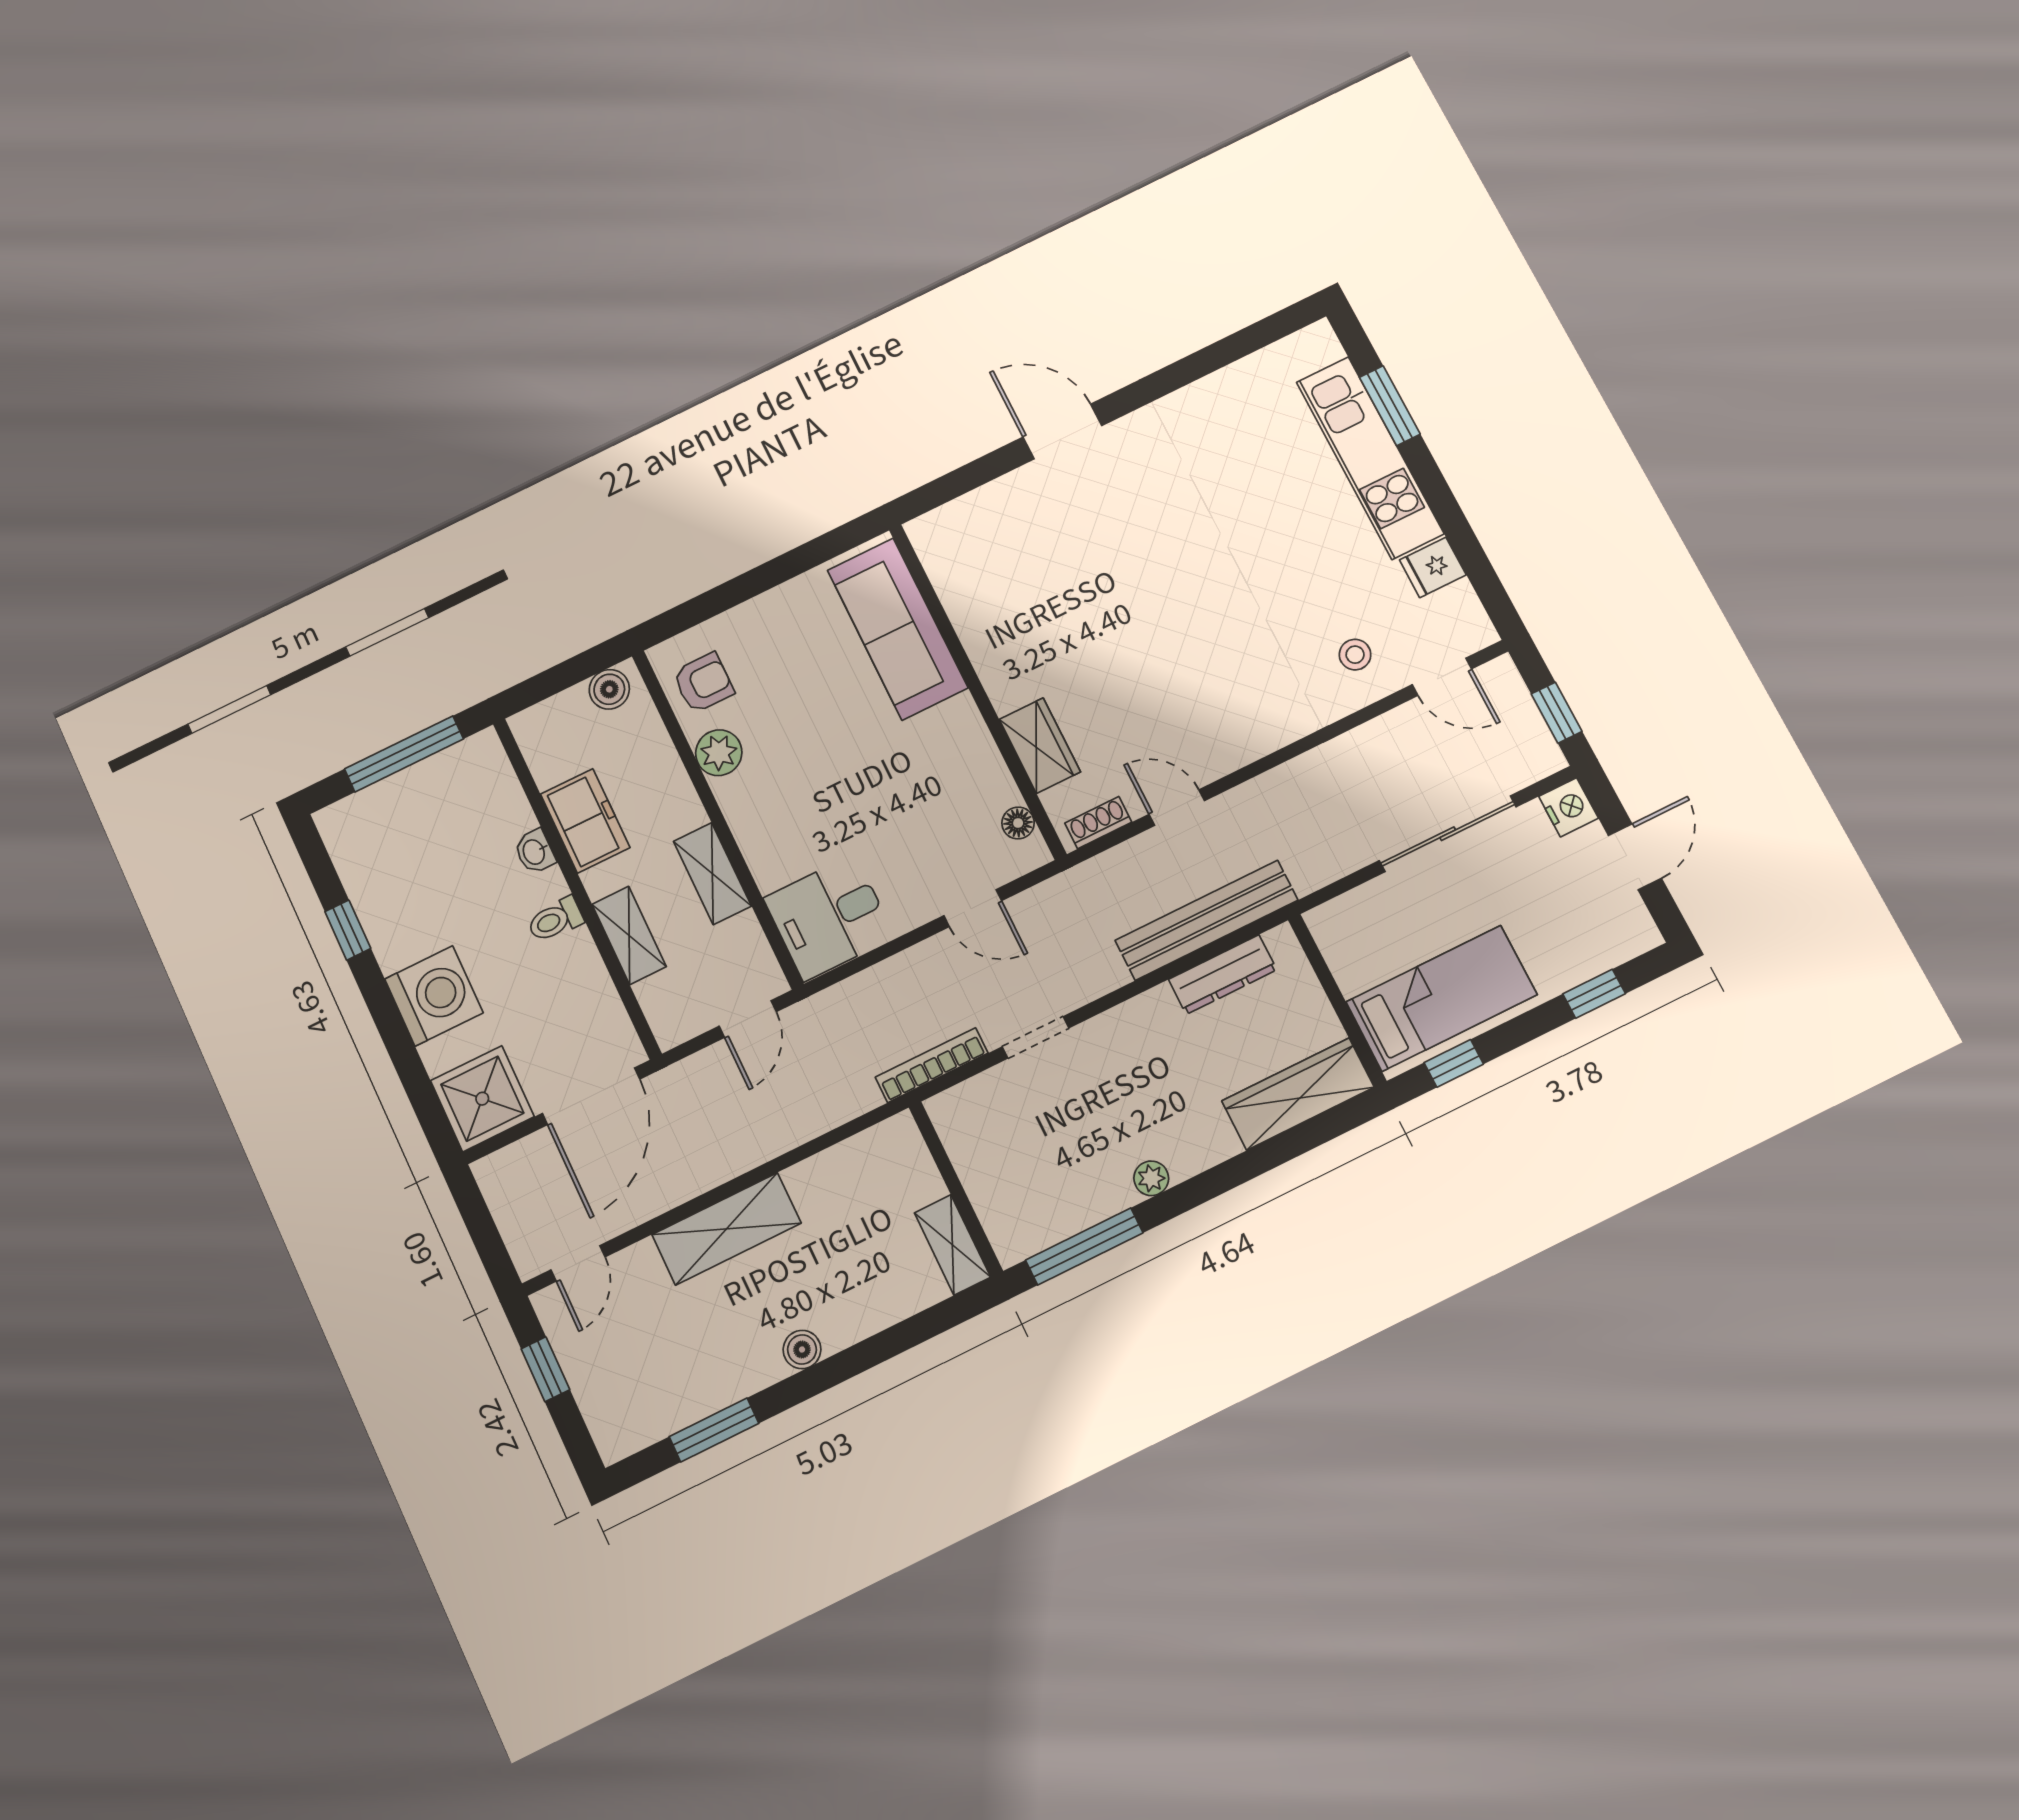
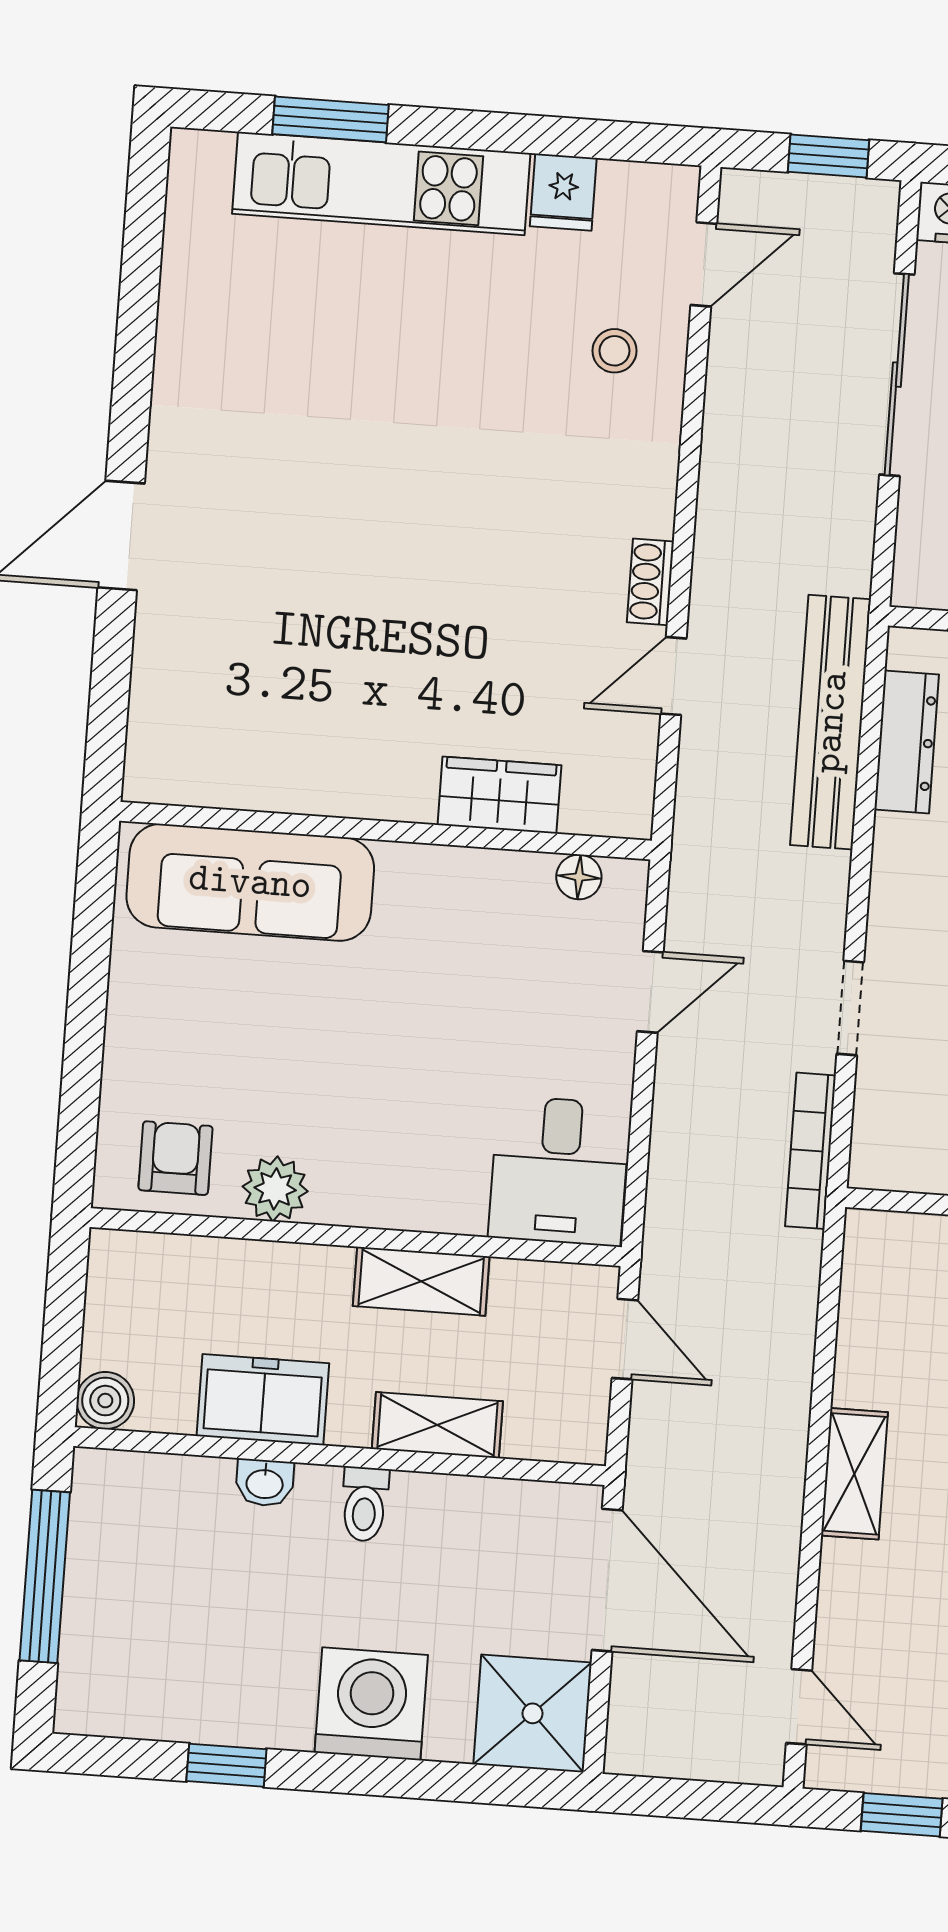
boiler: (609, 689) -> (105, 1401), moved
shoe rack: (1098, 823) -> (650, 582), moved
shelving: (726, 1229) -> (854, 1474), width x0.67, depth x0.75

